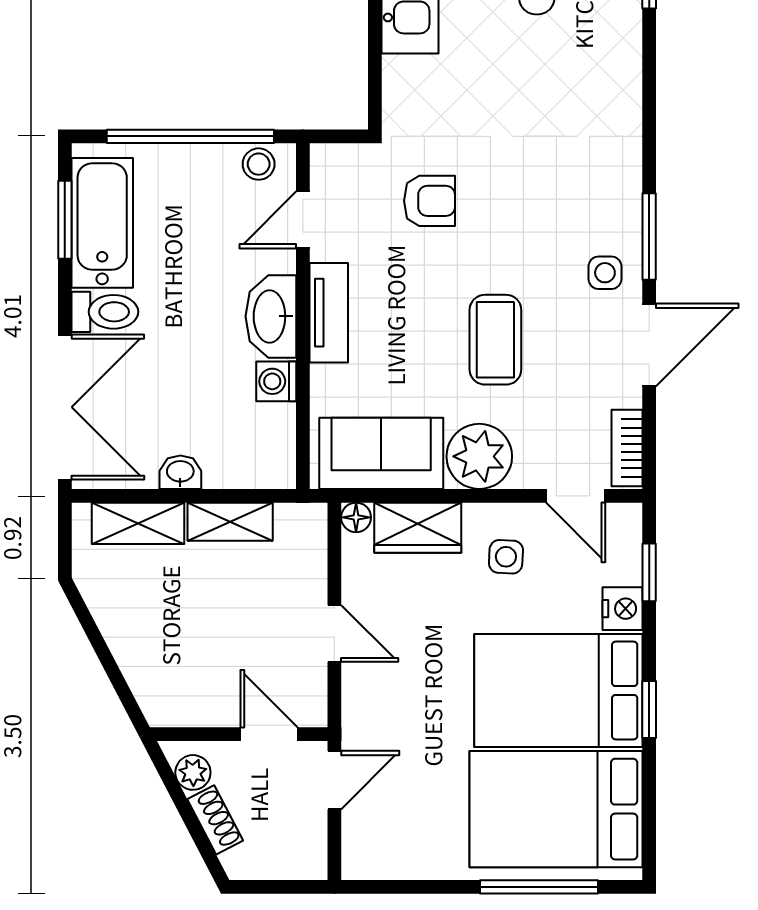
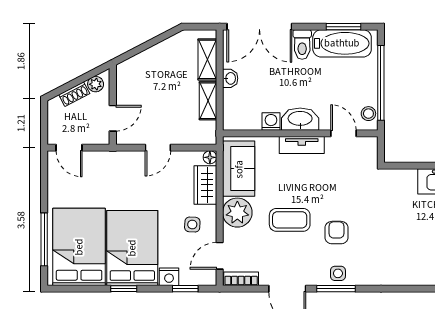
armchair: (429, 201) -> (336, 233), moved, turned 180
side table: (605, 273) -> (338, 273), moved
door: (334, 780) -> (69, 148), moved

